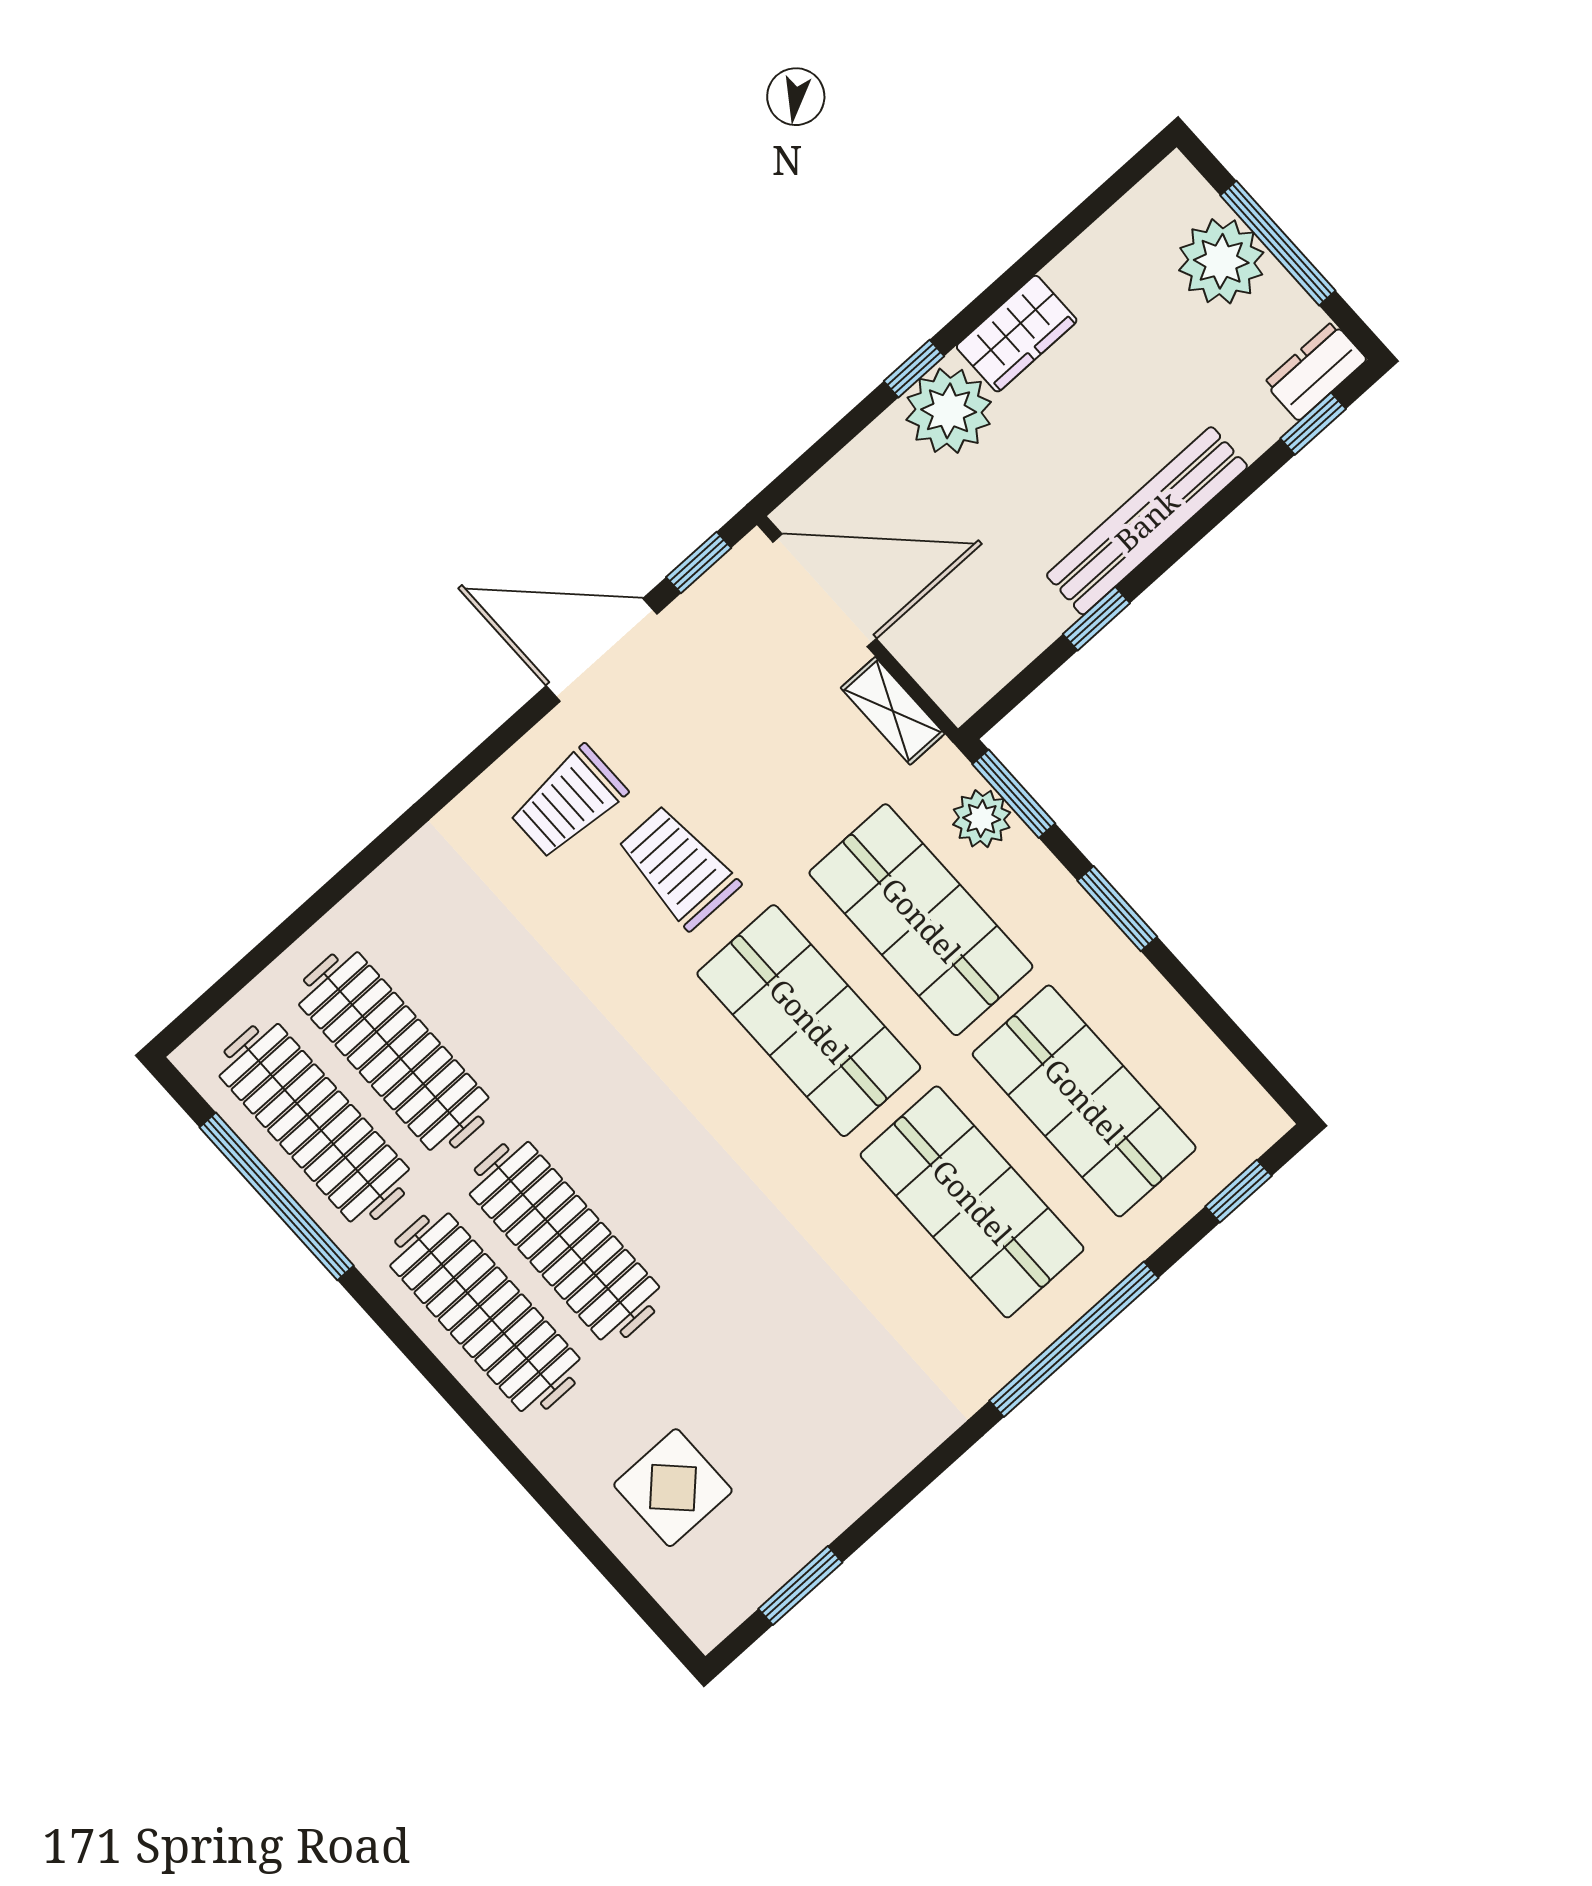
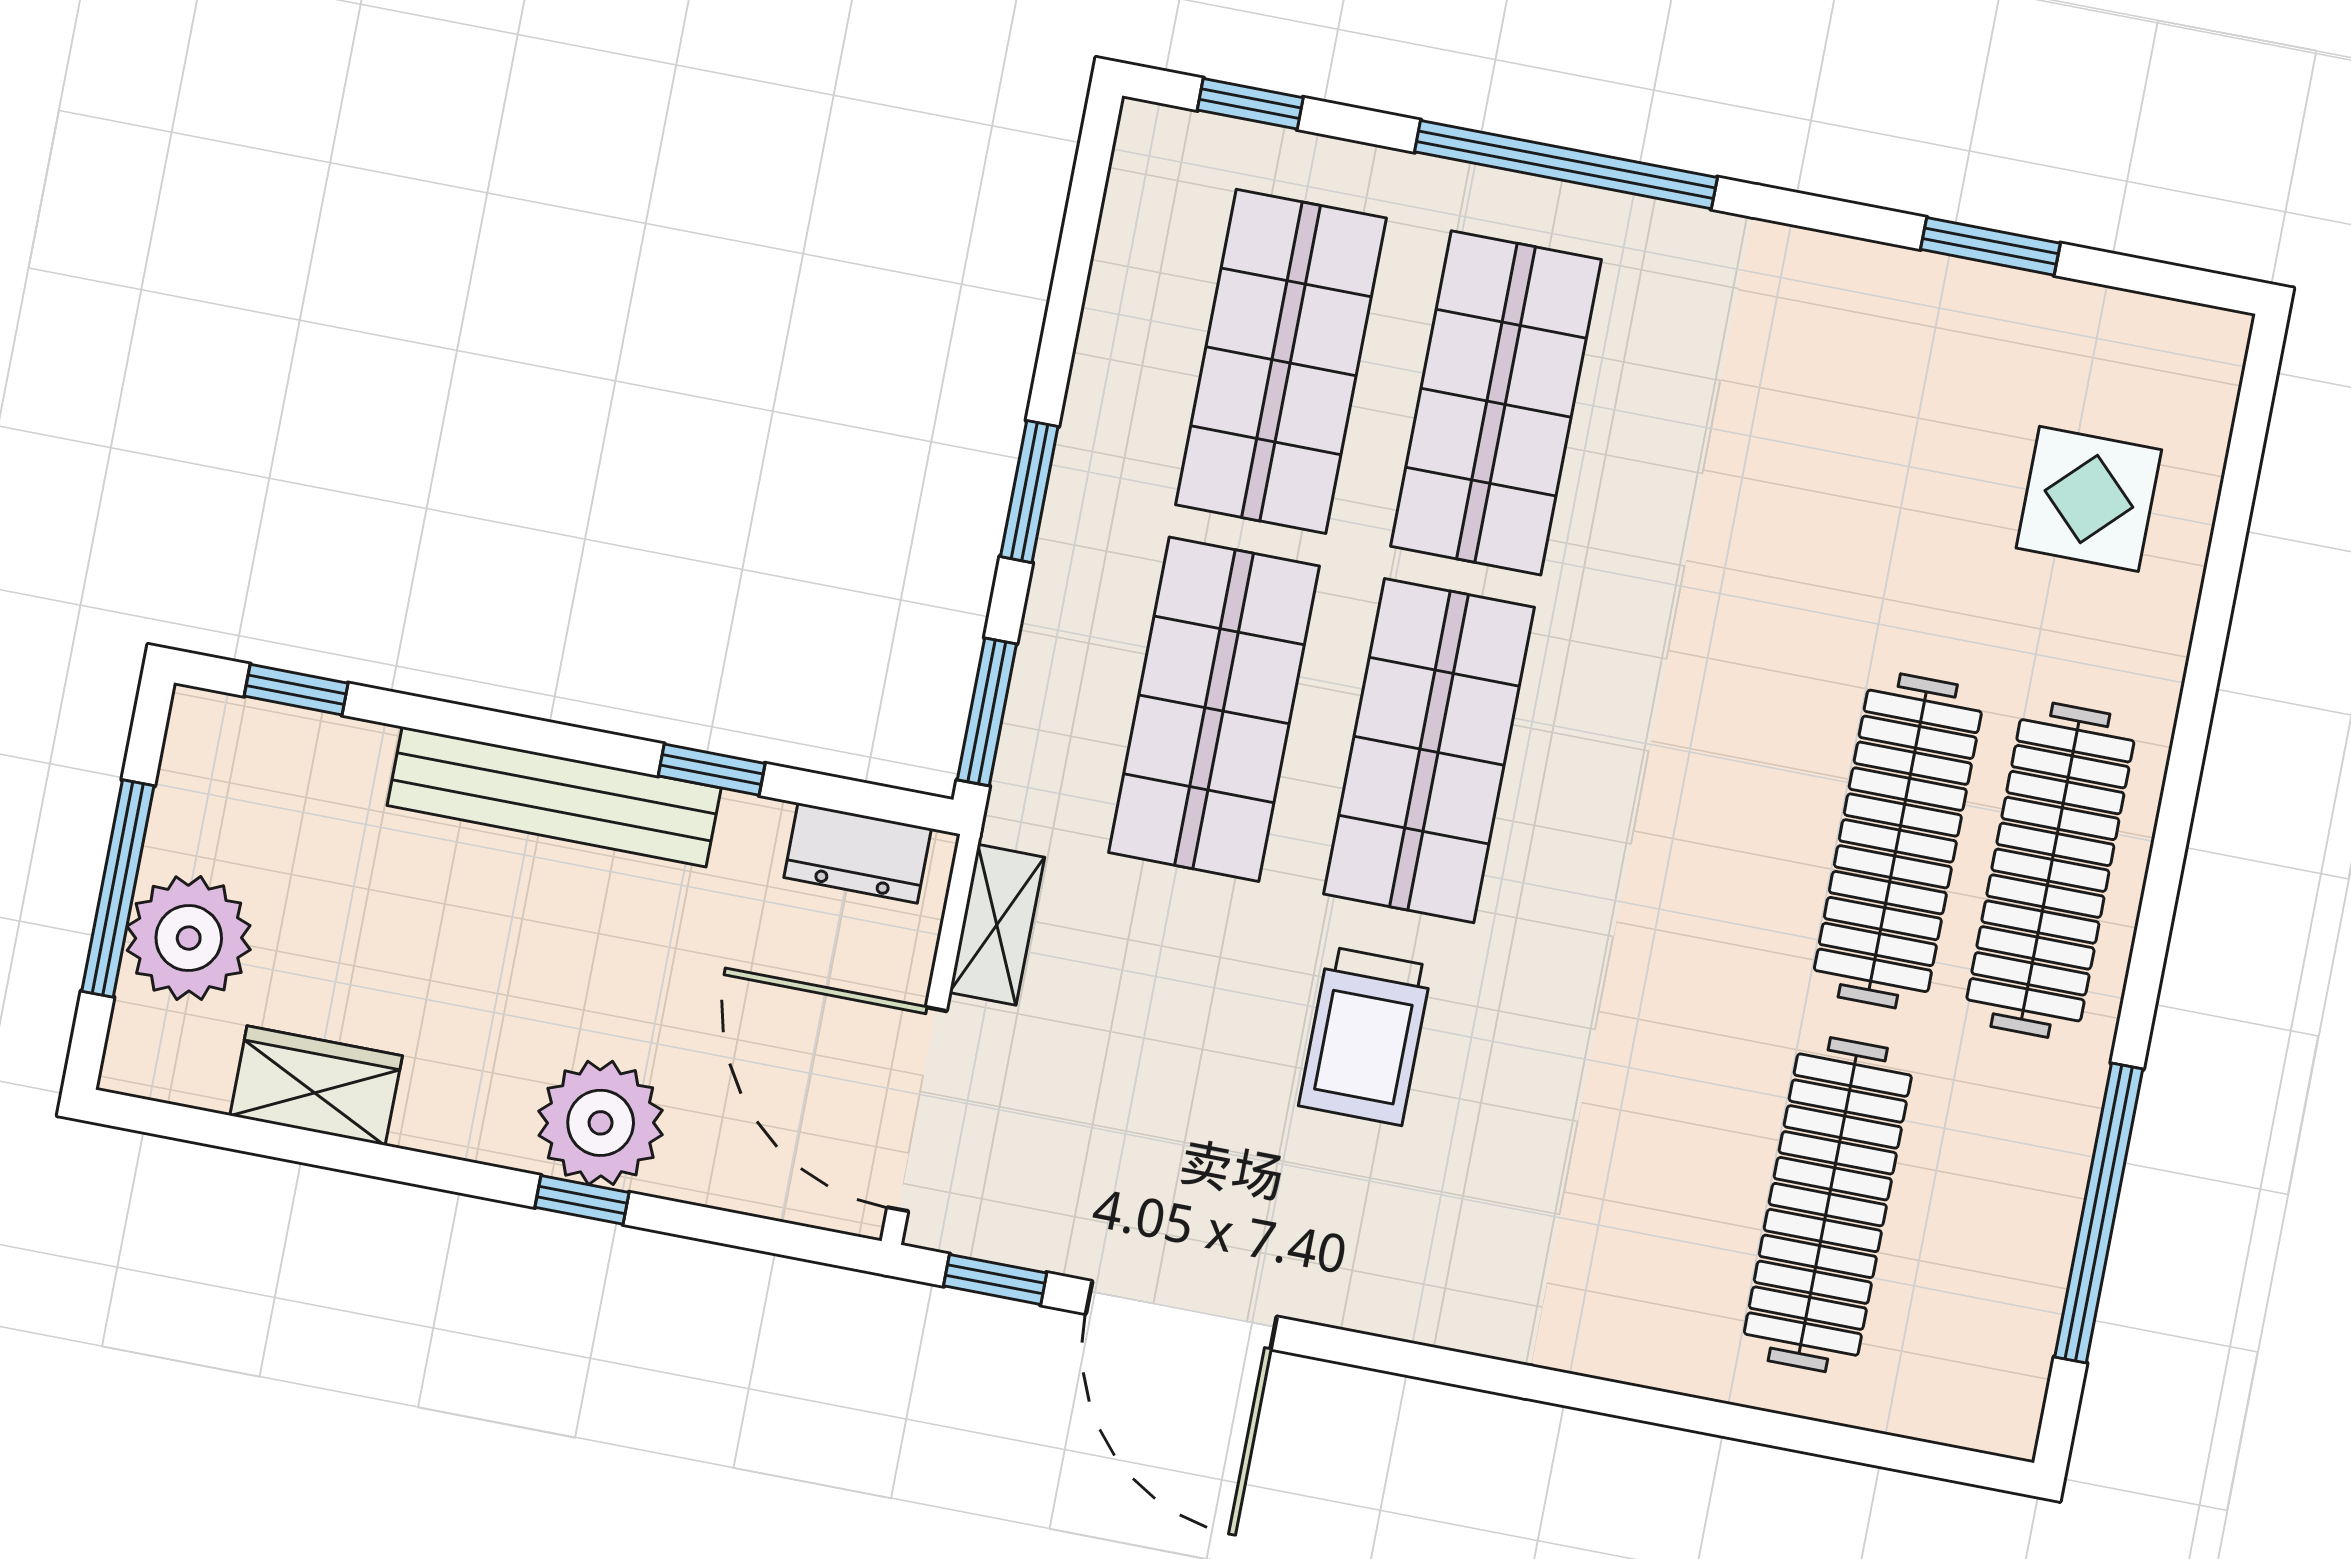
wardrobe: (1017, 334) -> (316, 1086), moved
dresser: (1315, 371) -> (858, 853), moved
trolley: (568, 802) -> (1386, 1221), removed
plant: (982, 819) -> (1044, 728), removed
clothes rail: (314, 1123) -> (1980, 1234), removed
window: (800, 1586) -> (1990, 246), moved

